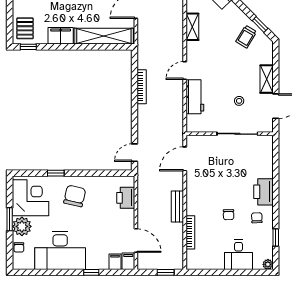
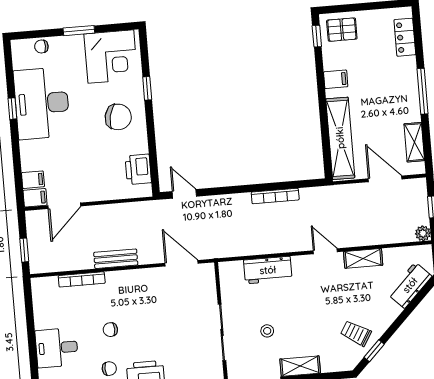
filing cabinet: (61, 36) -> (336, 79), width x0.50
door: (185, 70) -> (325, 251), moved
printer: (126, 198) -> (138, 169), moved, turned -90
plant: (22, 226) -> (70, 48), removed
window: (91, 272) -> (12, 109), moved

